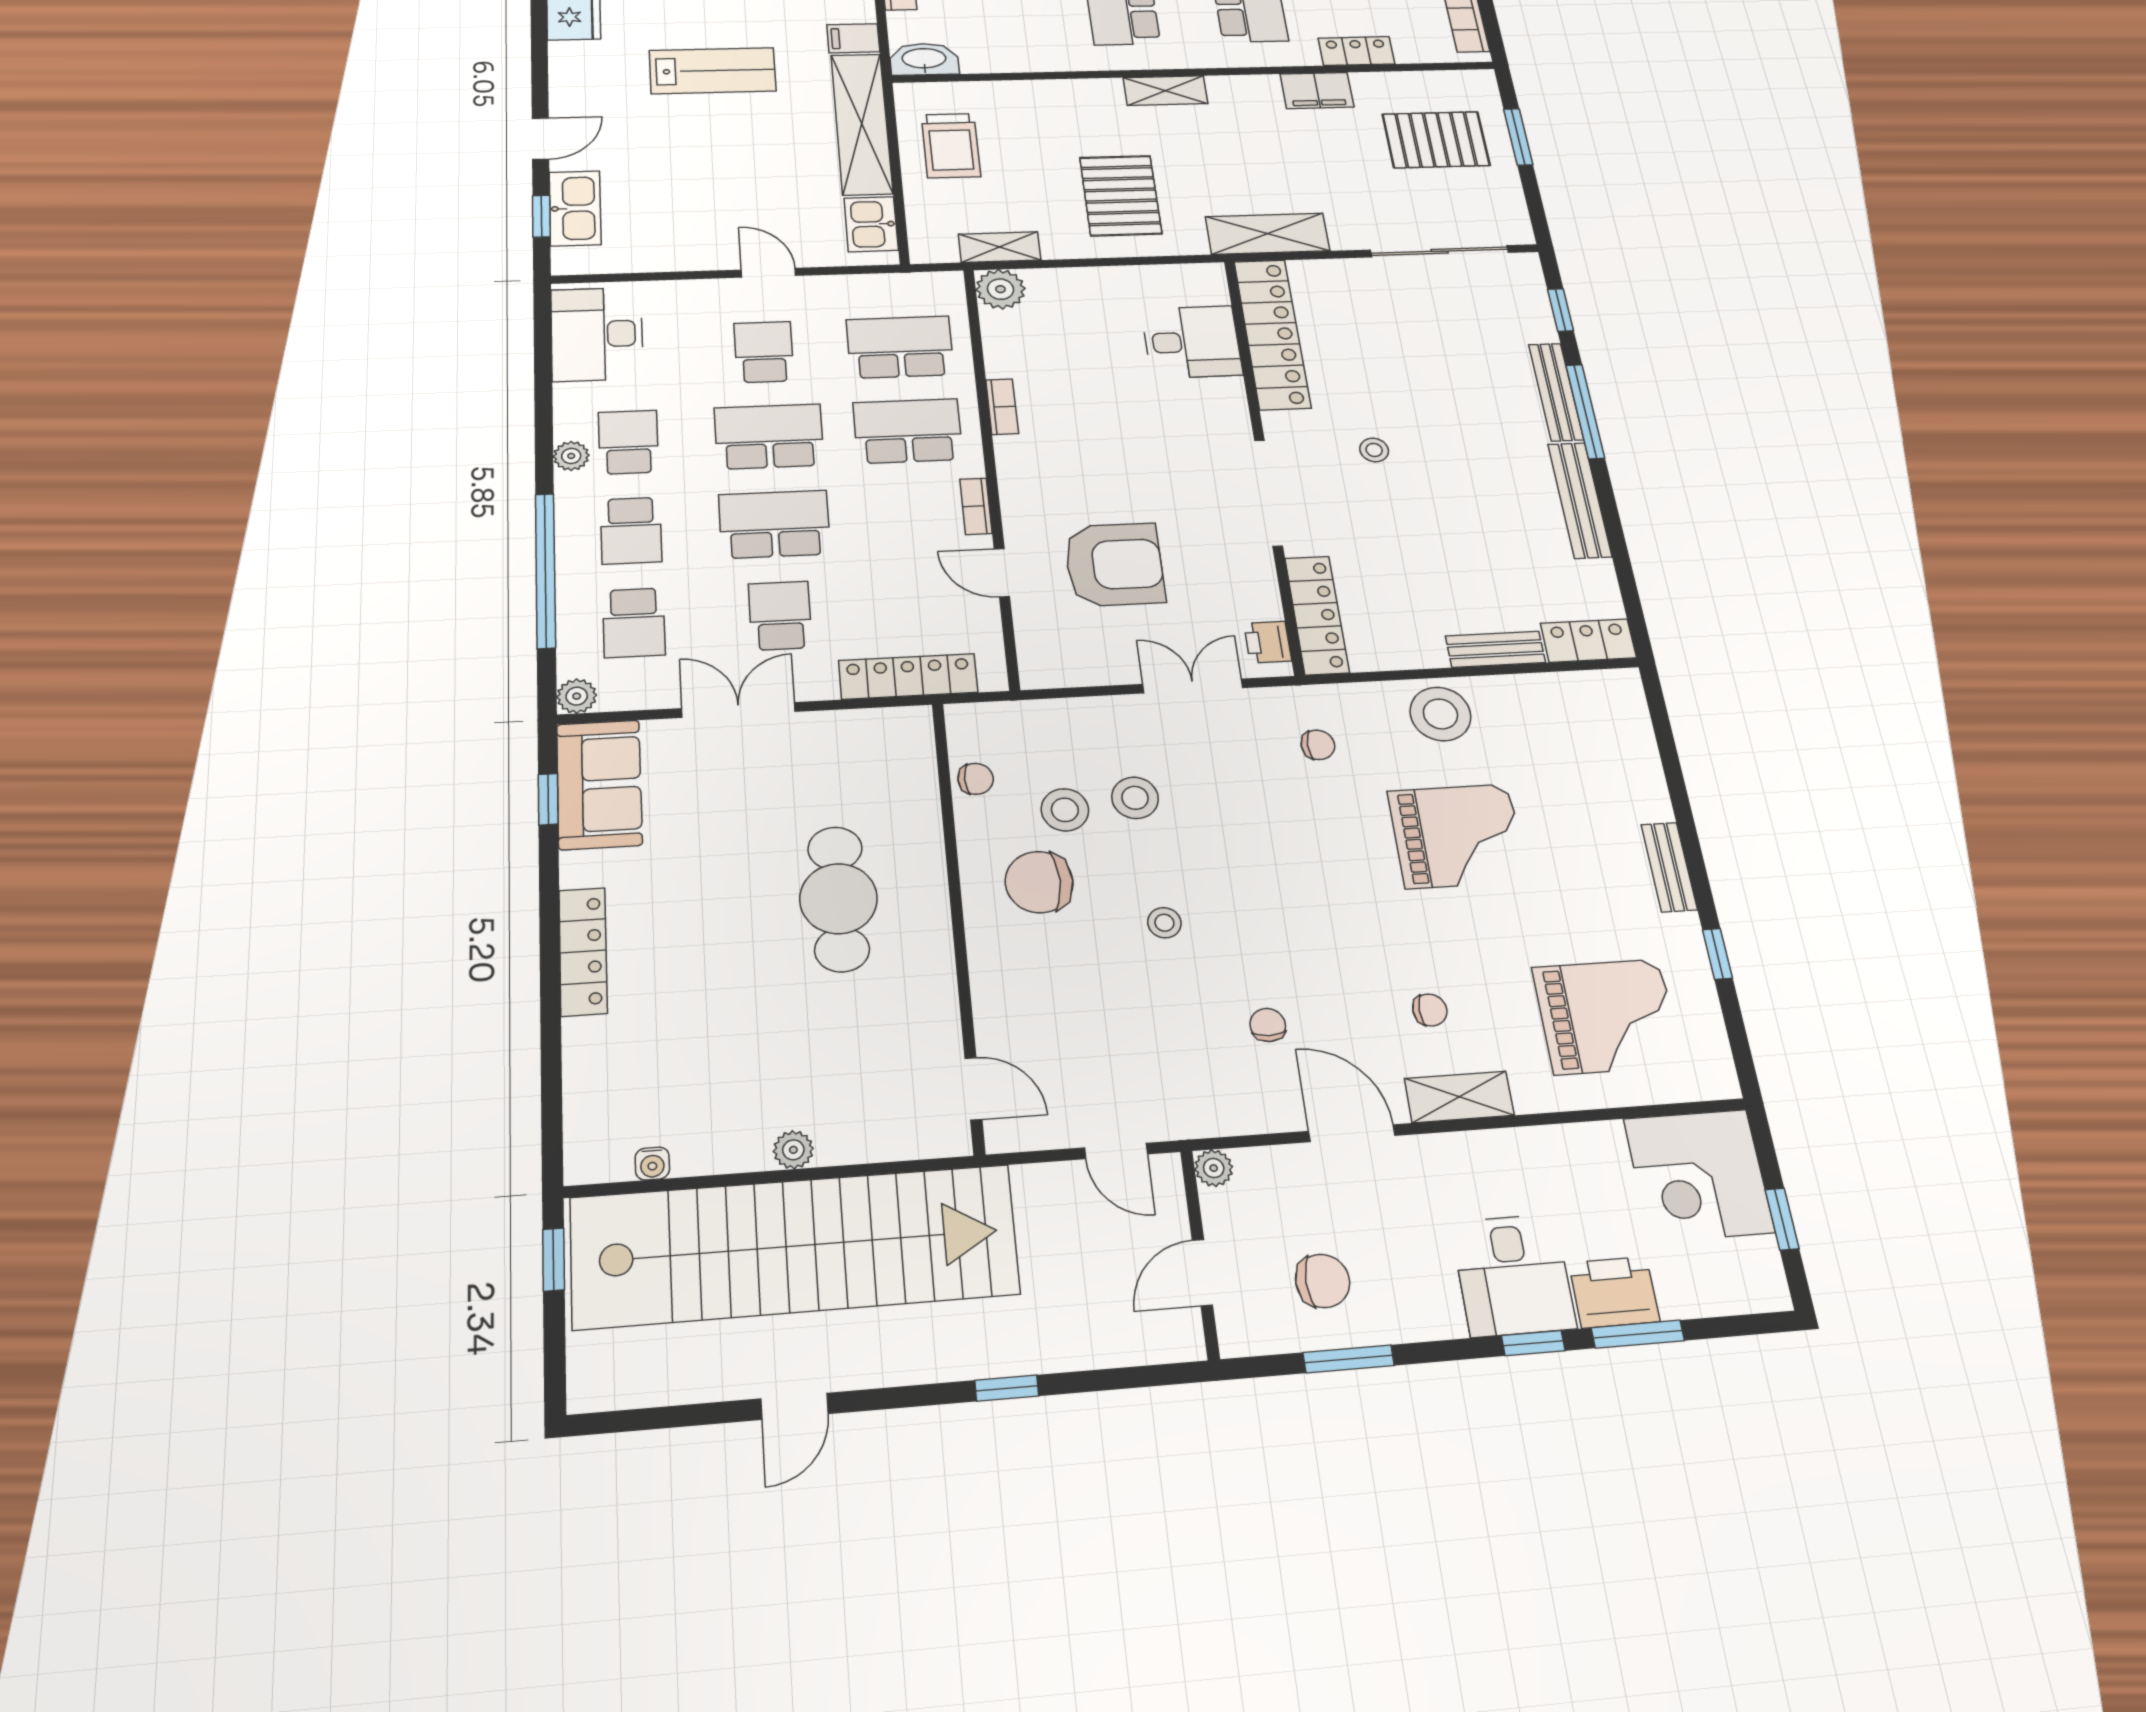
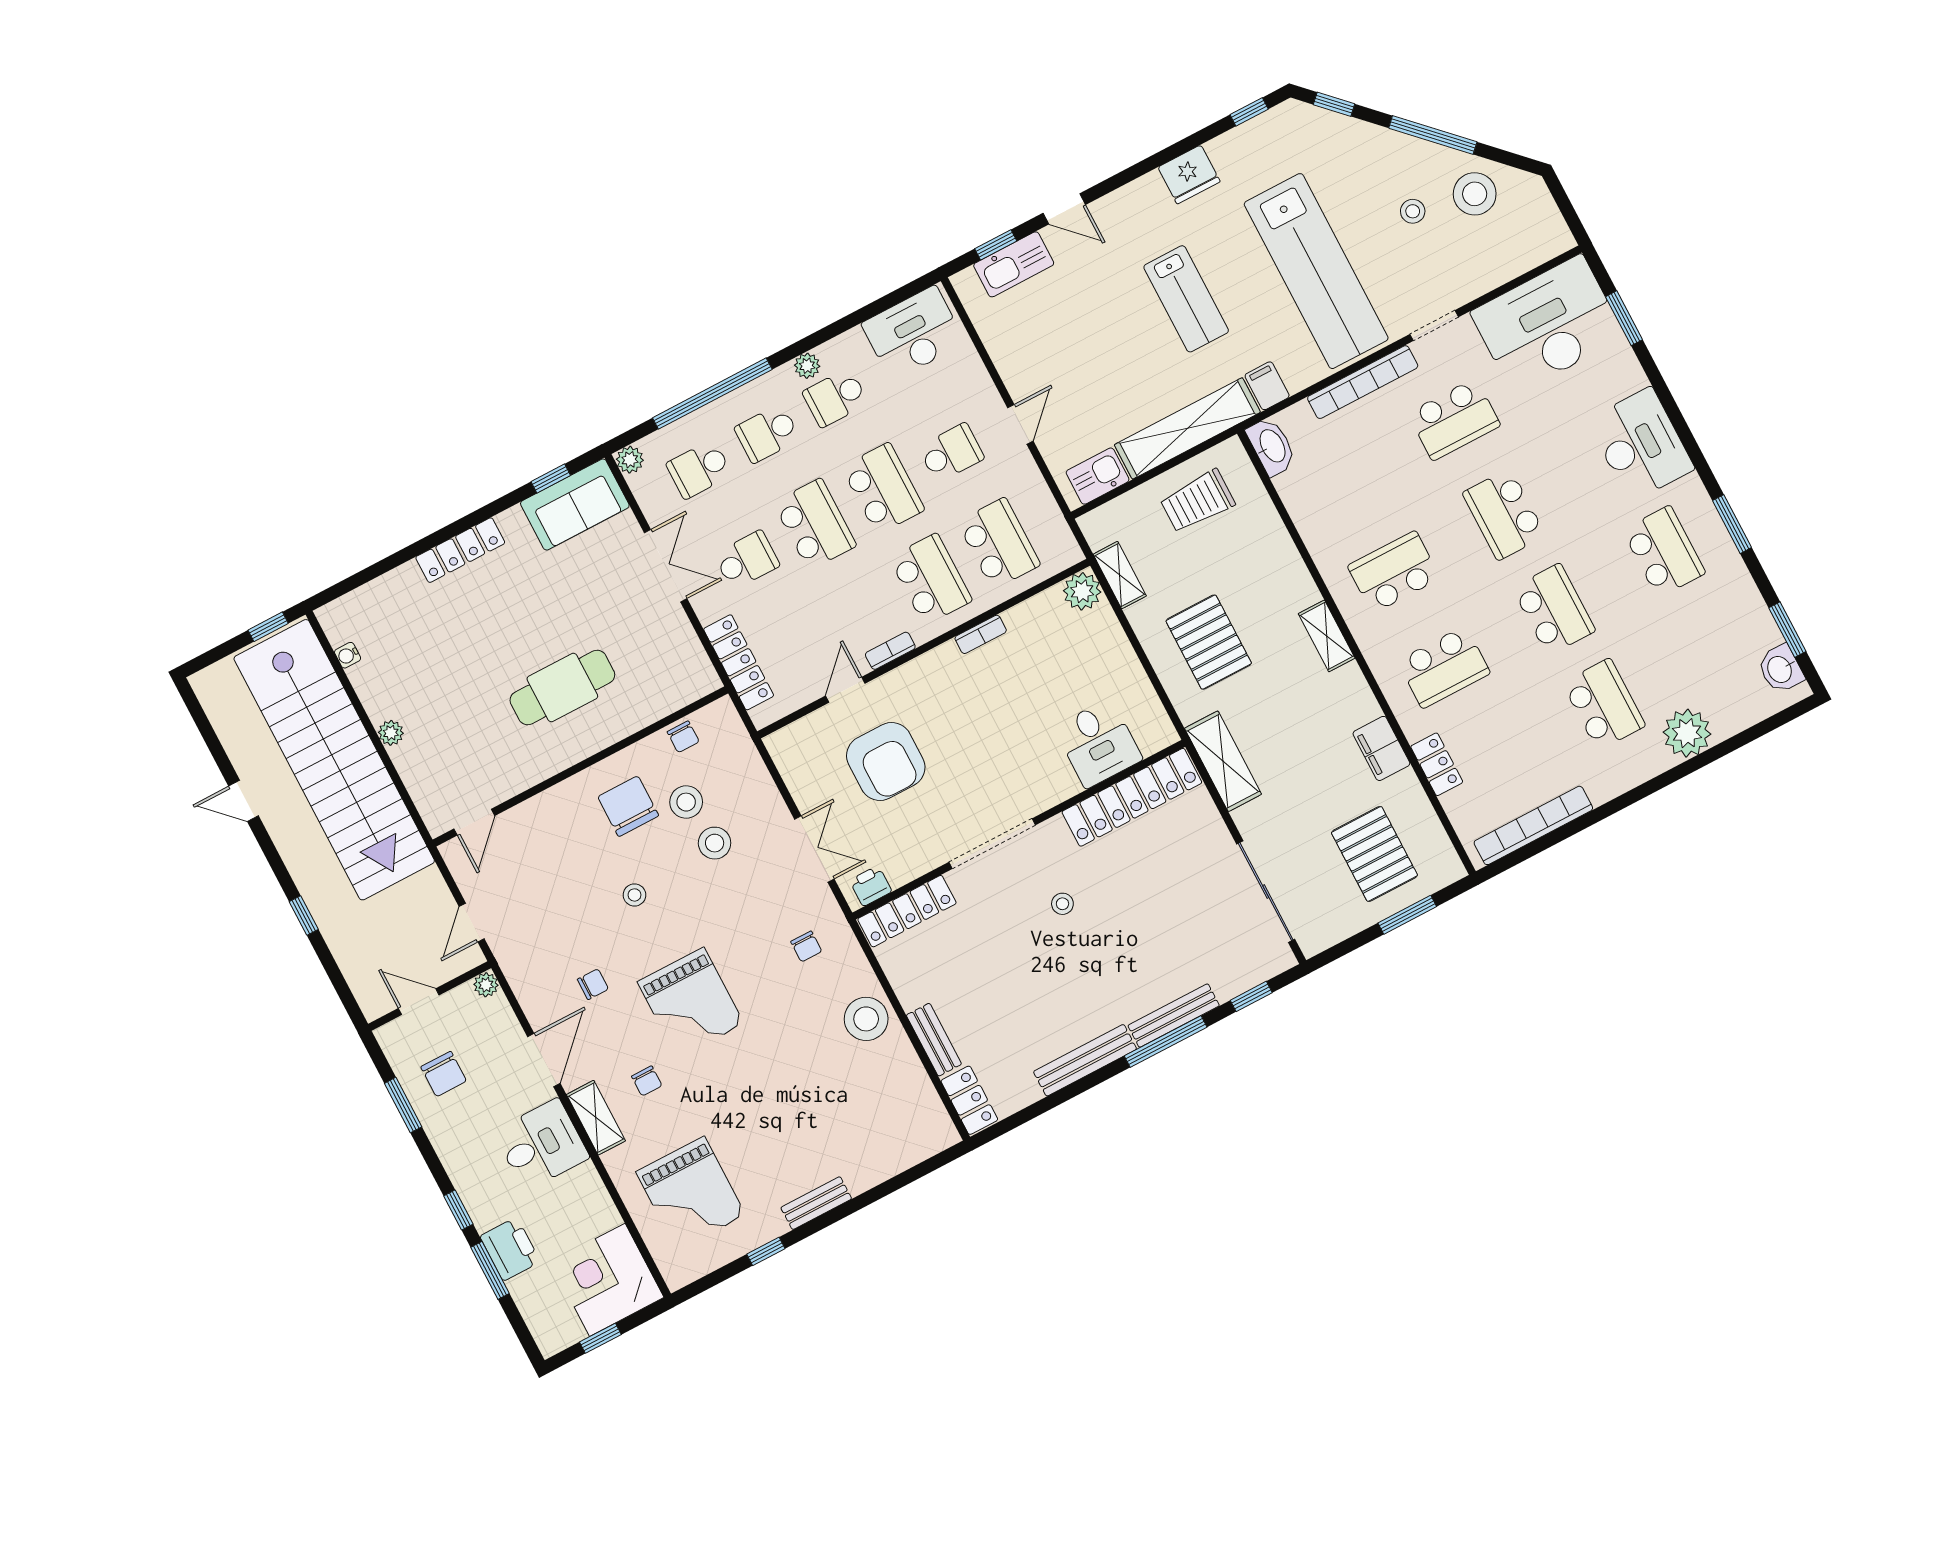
pallet: (1121, 195) -> (1209, 642), turned 90
school desk: (628, 442) -> (835, 398), turned 180
grand piano: (1457, 836) -> (691, 1003), moved
desk: (1513, 1275) -> (541, 1144), moved, turned 180

